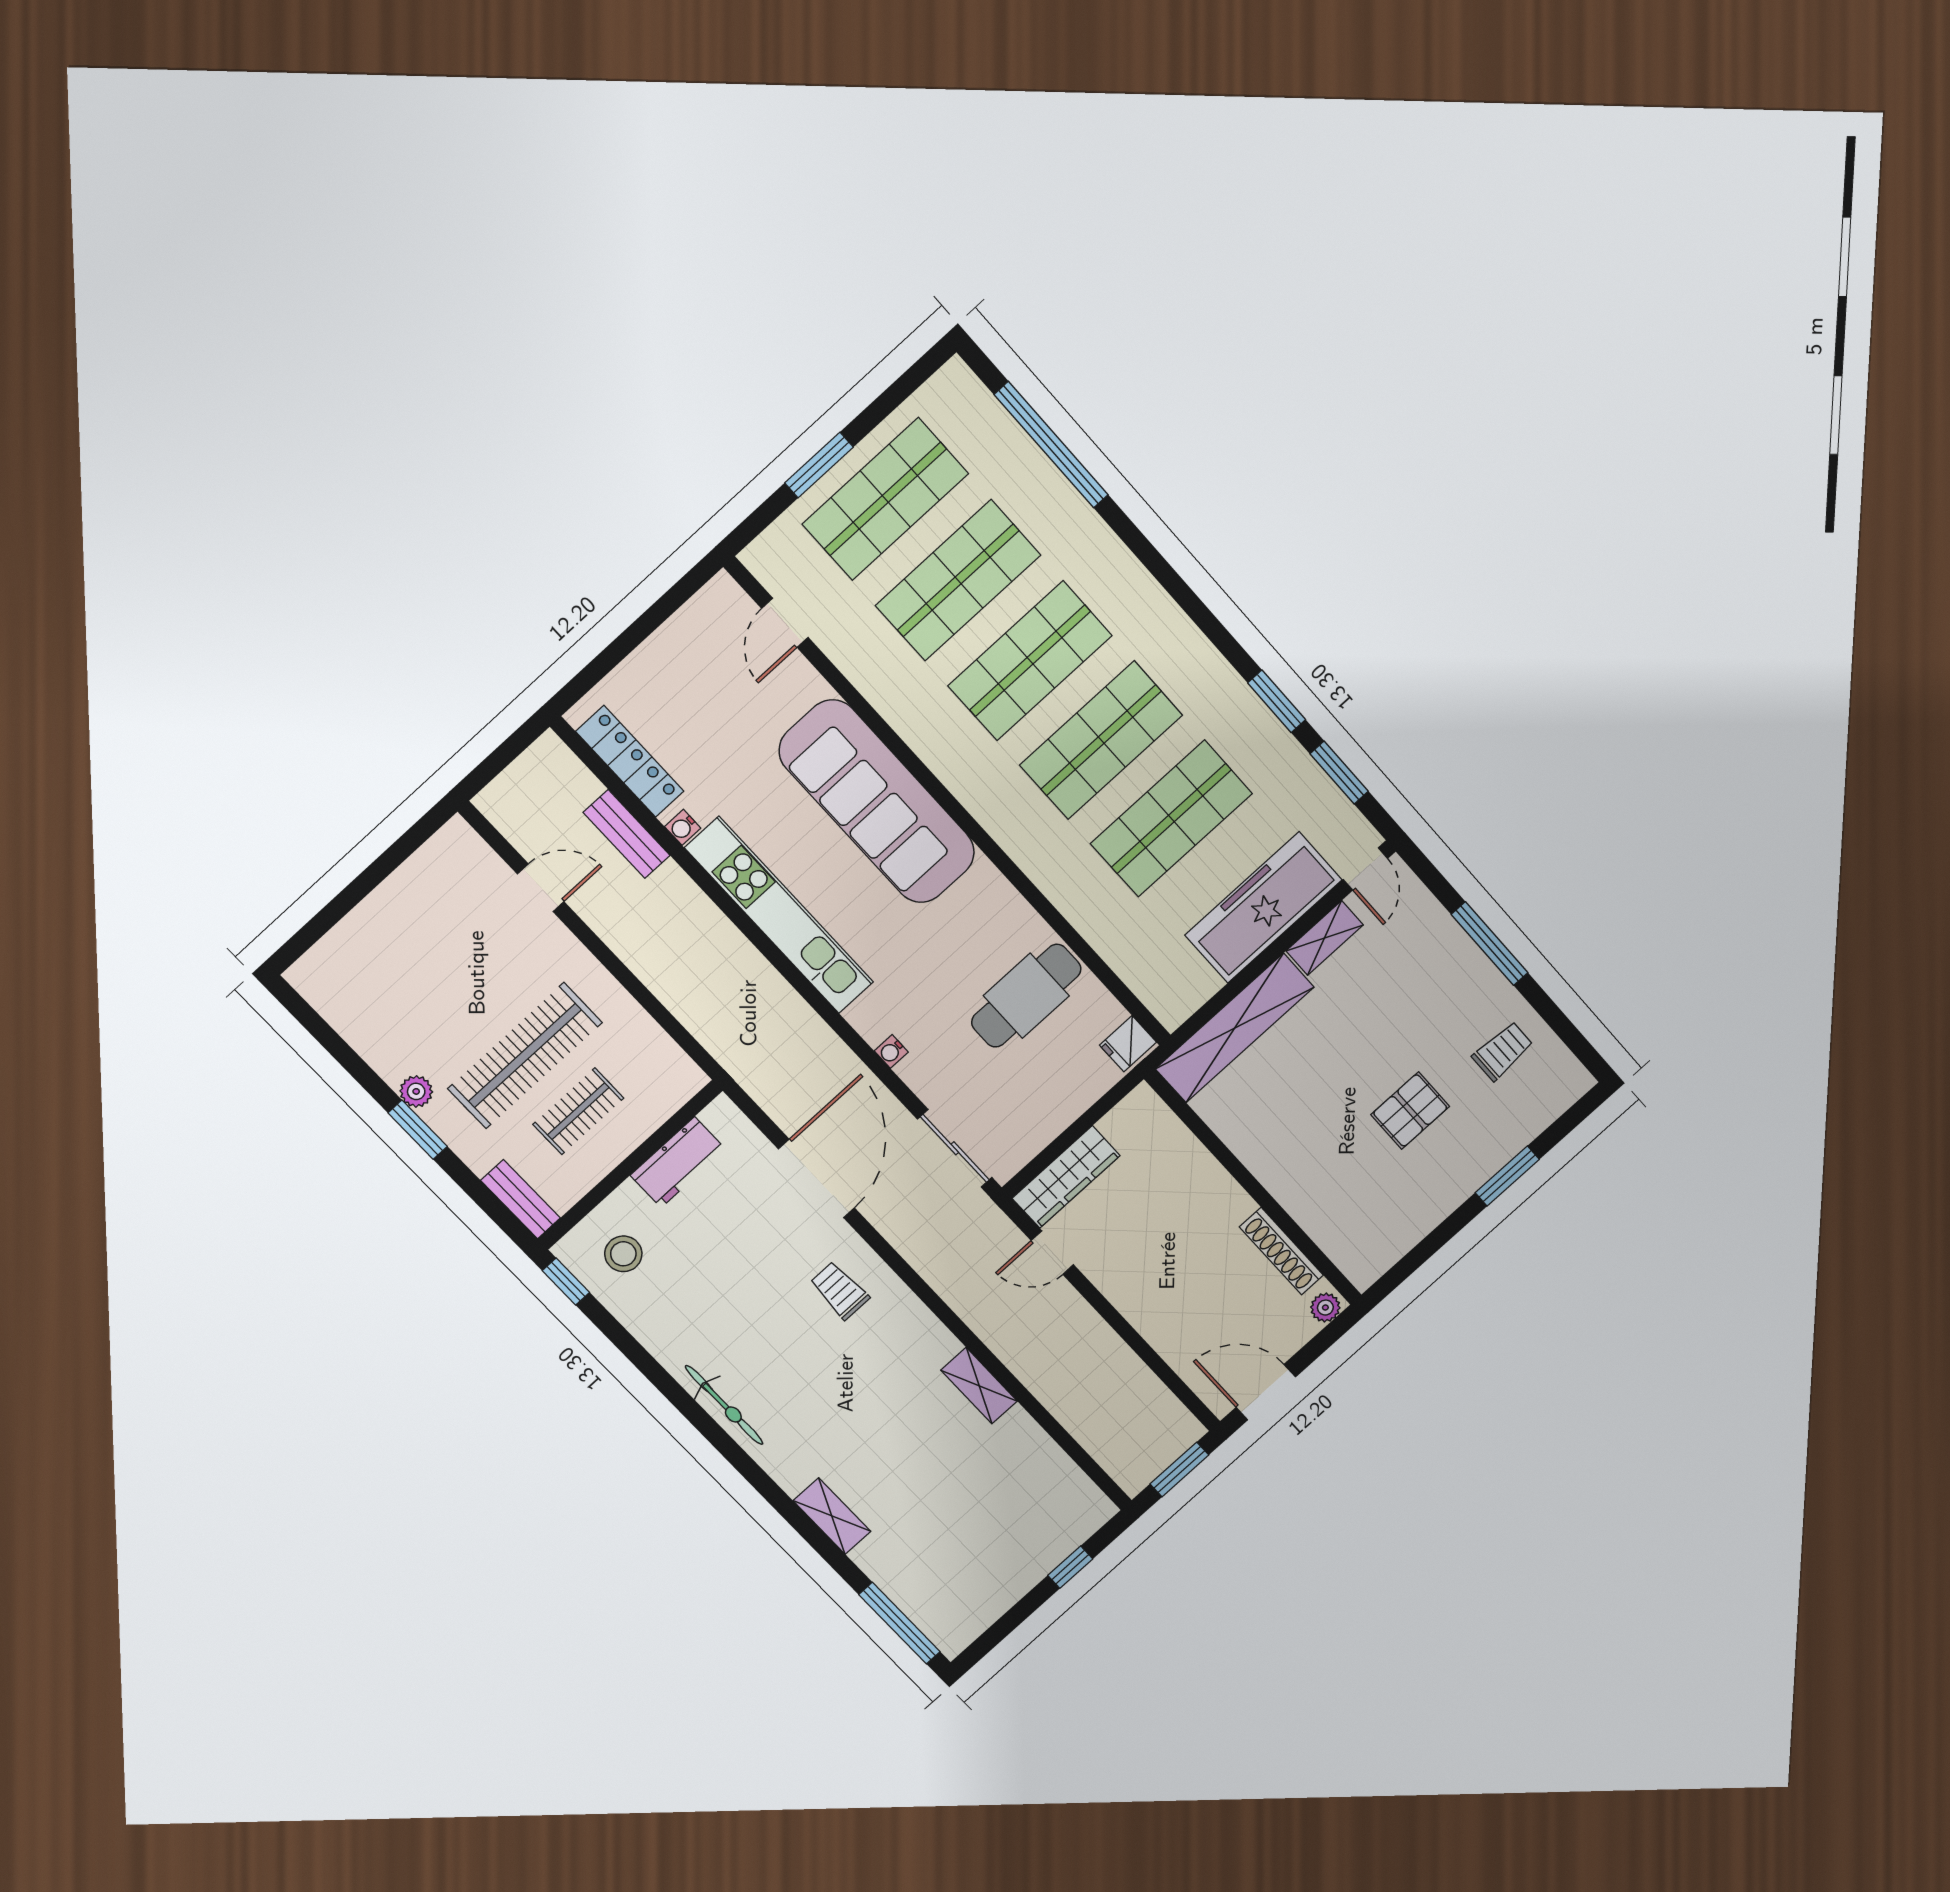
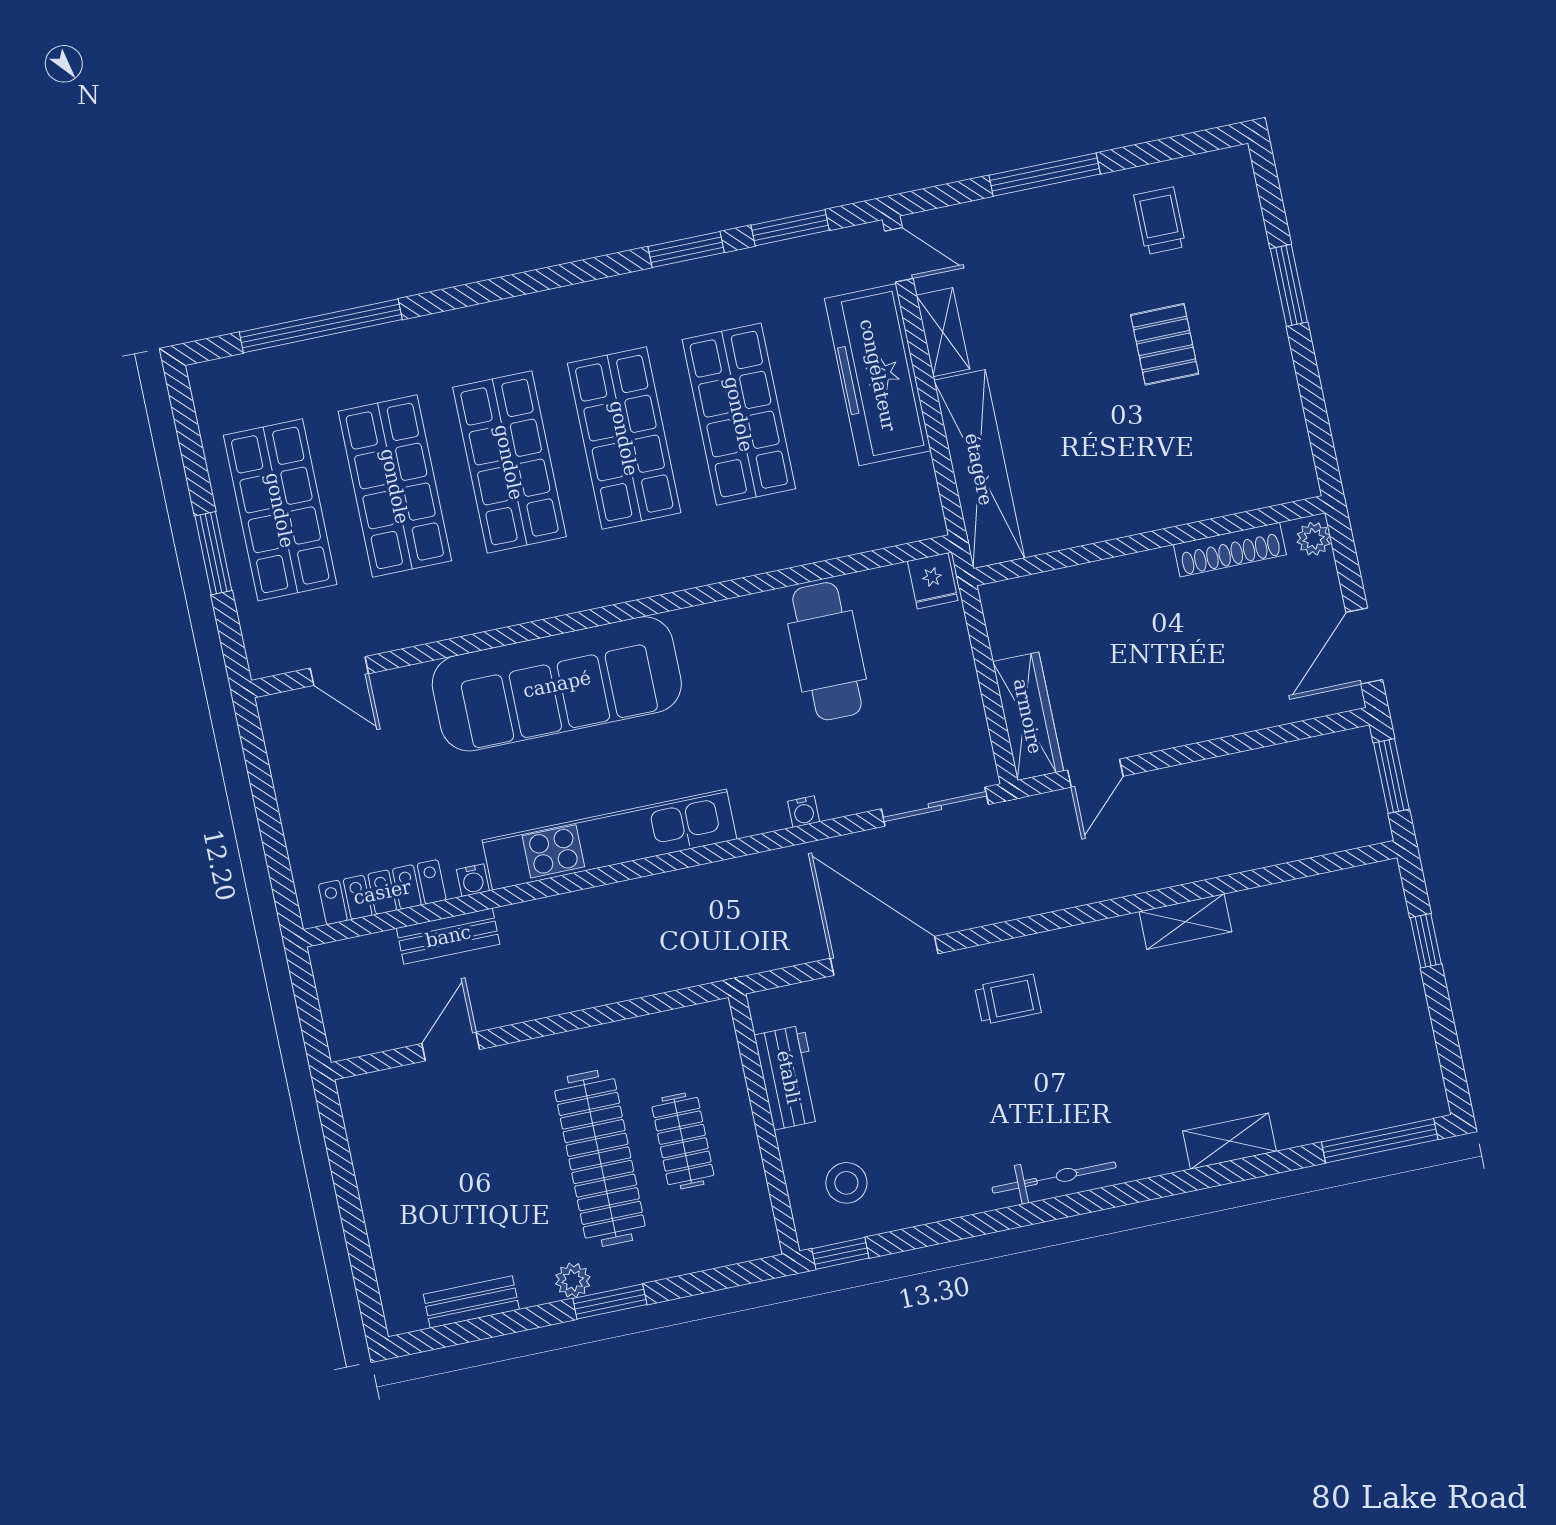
bench: (521, 1199) -> (471, 1302), moved
trolley: (840, 1290) -> (1008, 999), turned 180

